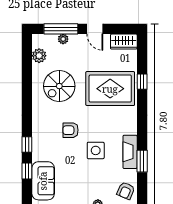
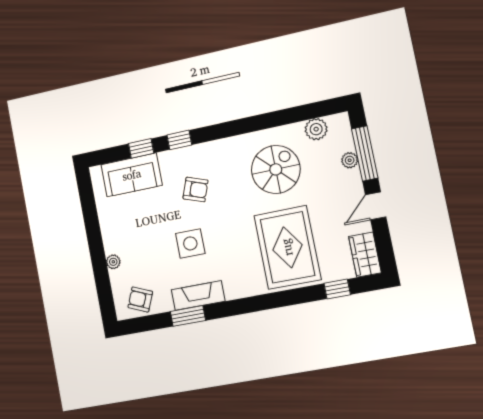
window: (142, 82) -> (337, 289), moved
spiral stairs: (59, 86) -> (276, 169), turned 90
armchair: (71, 130) -> (196, 189), moved, turned 110

